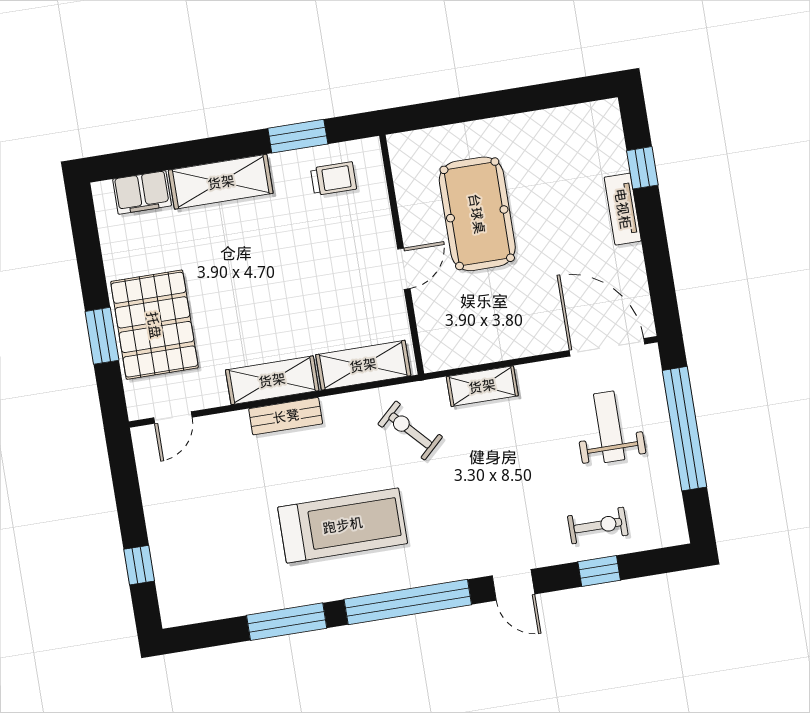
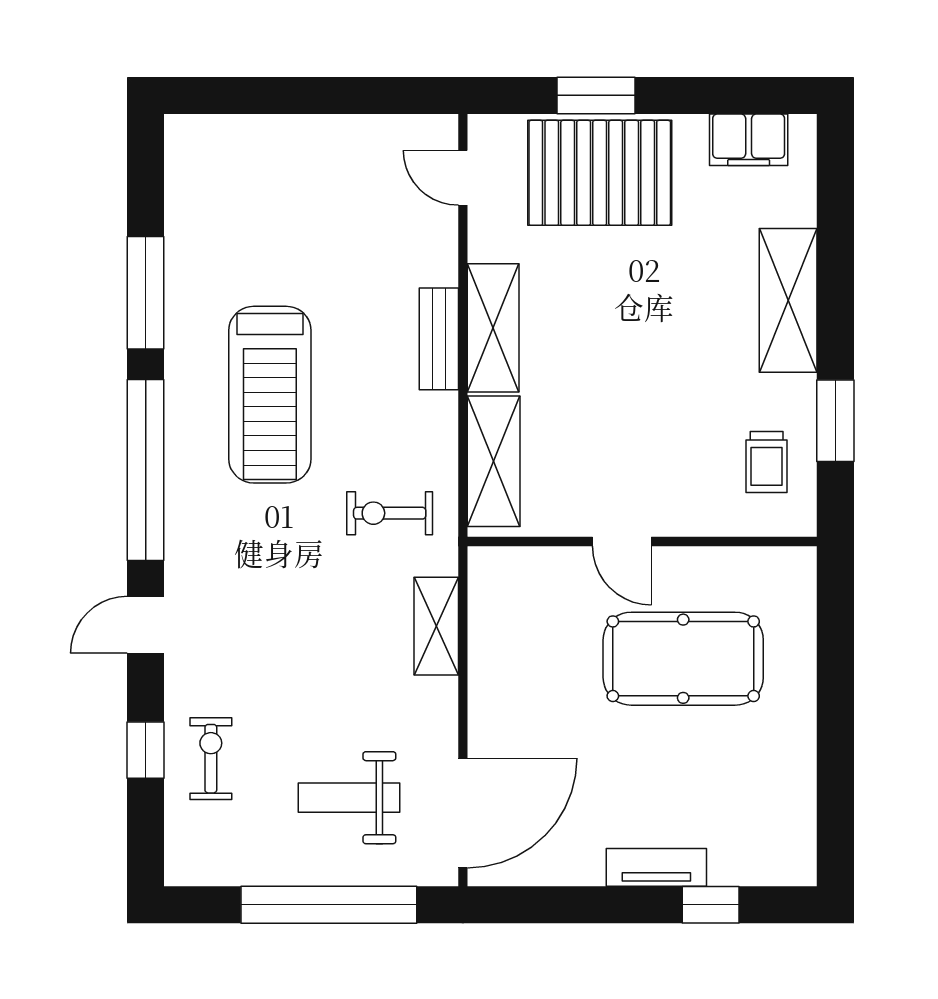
filing cabinet: (142, 192) -> (749, 140), moved, turned -90
weight bench: (609, 427) -> (349, 798), turned 180
exercise bike: (410, 430) -> (390, 513), turned -137
exercise bike: (598, 525) -> (211, 759), turned 180
window: (139, 565) -> (260, 95), removed

